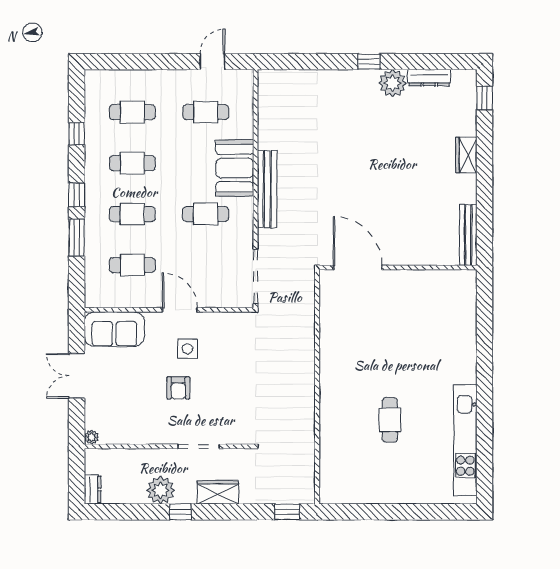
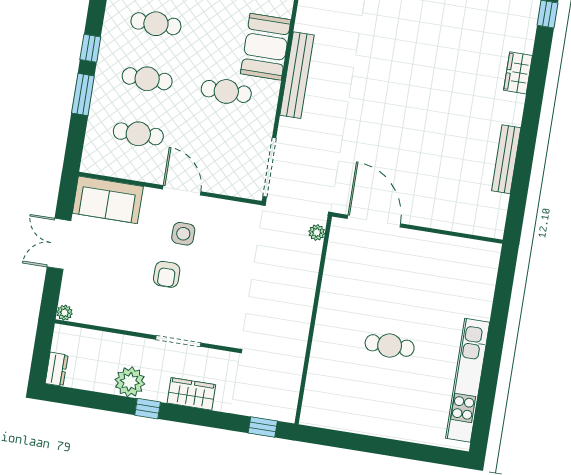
door: (358, 267) -> (374, 221), moved
wall: (398, 267) -> (417, 228), moved
plant: (308, 328) -> (317, 232), added
cafe table: (390, 420) -> (390, 346), turned 90

